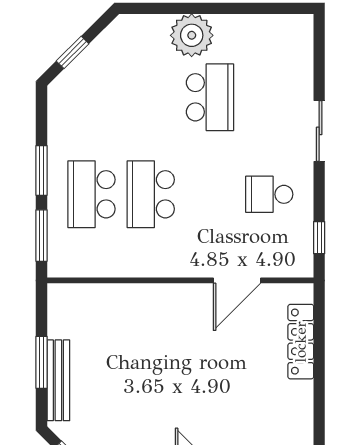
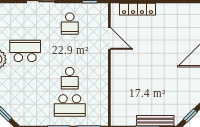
school desk: (151, 194) -> (70, 78), width x0.54

